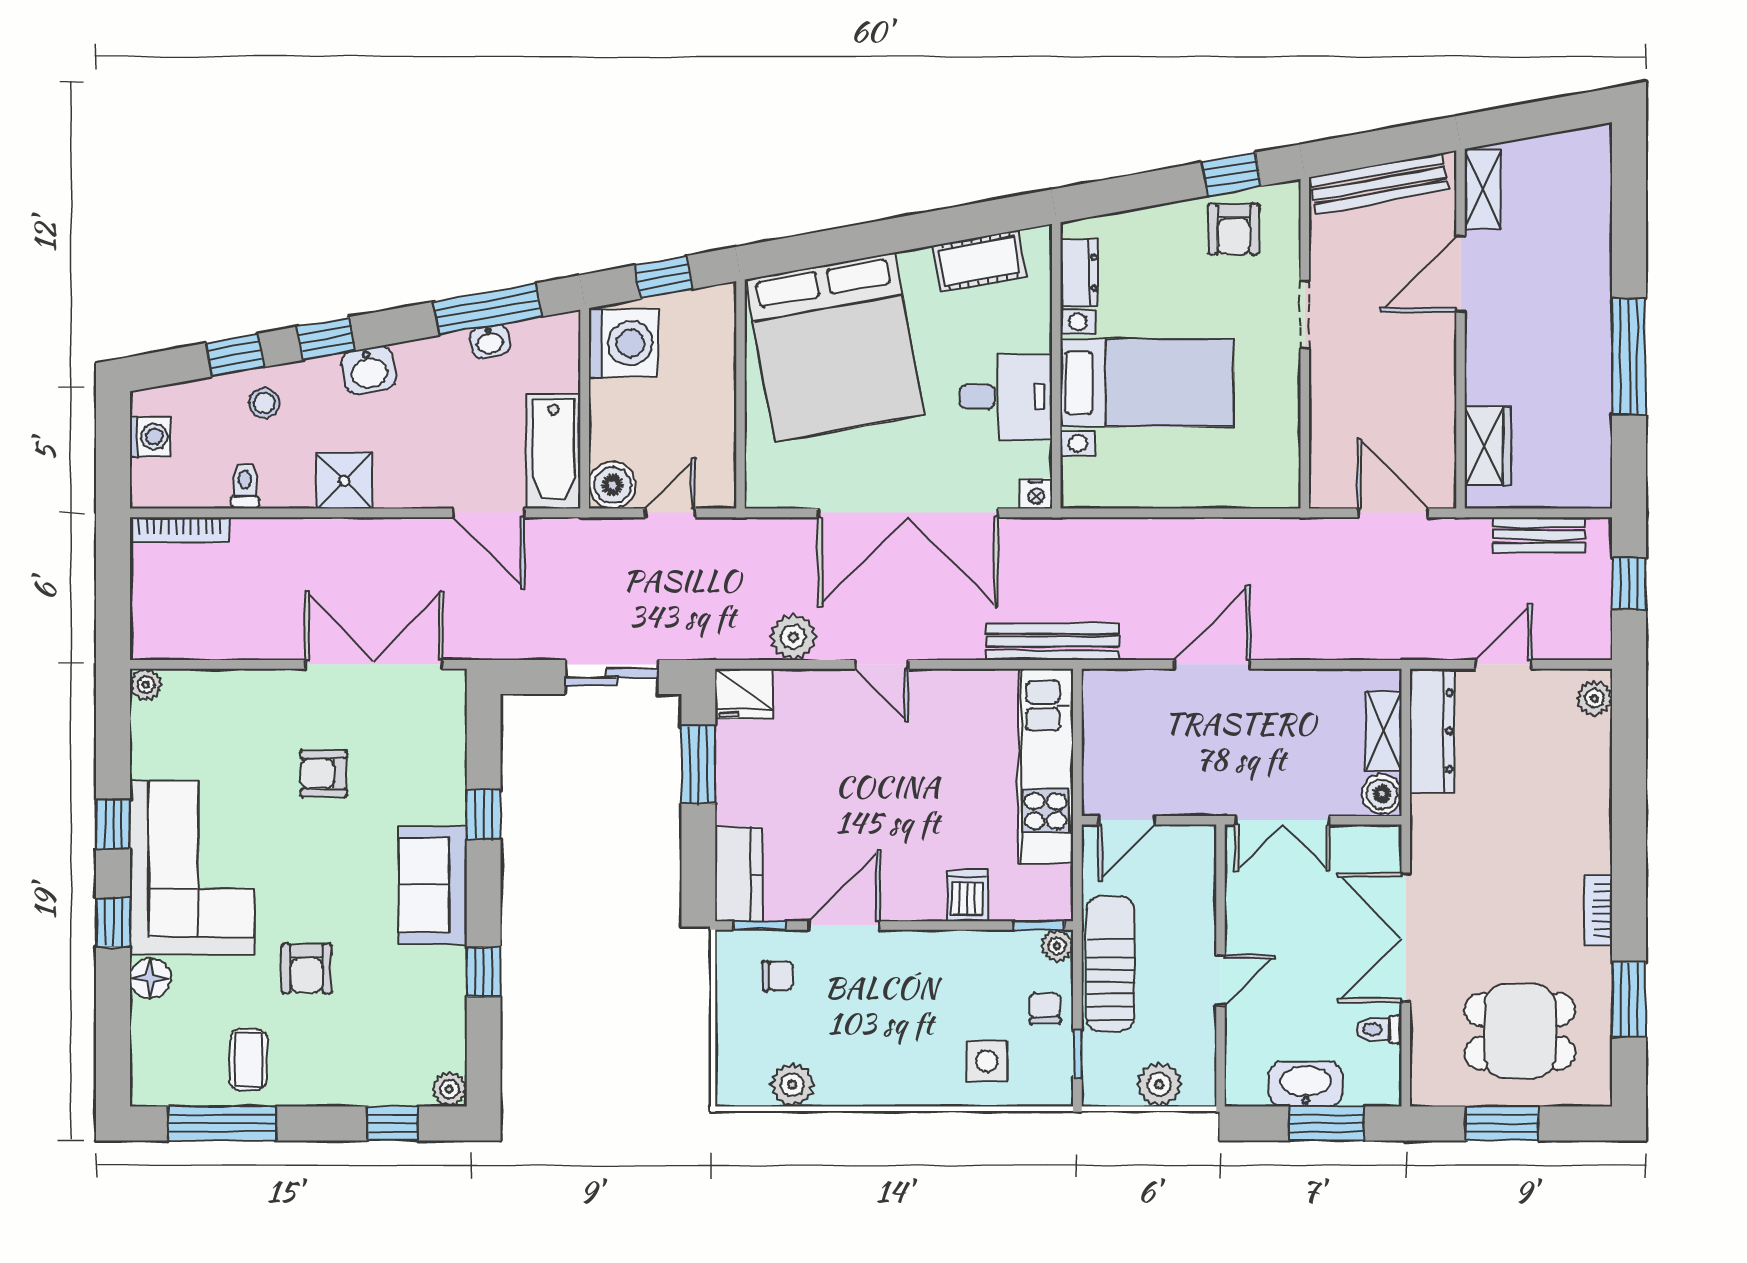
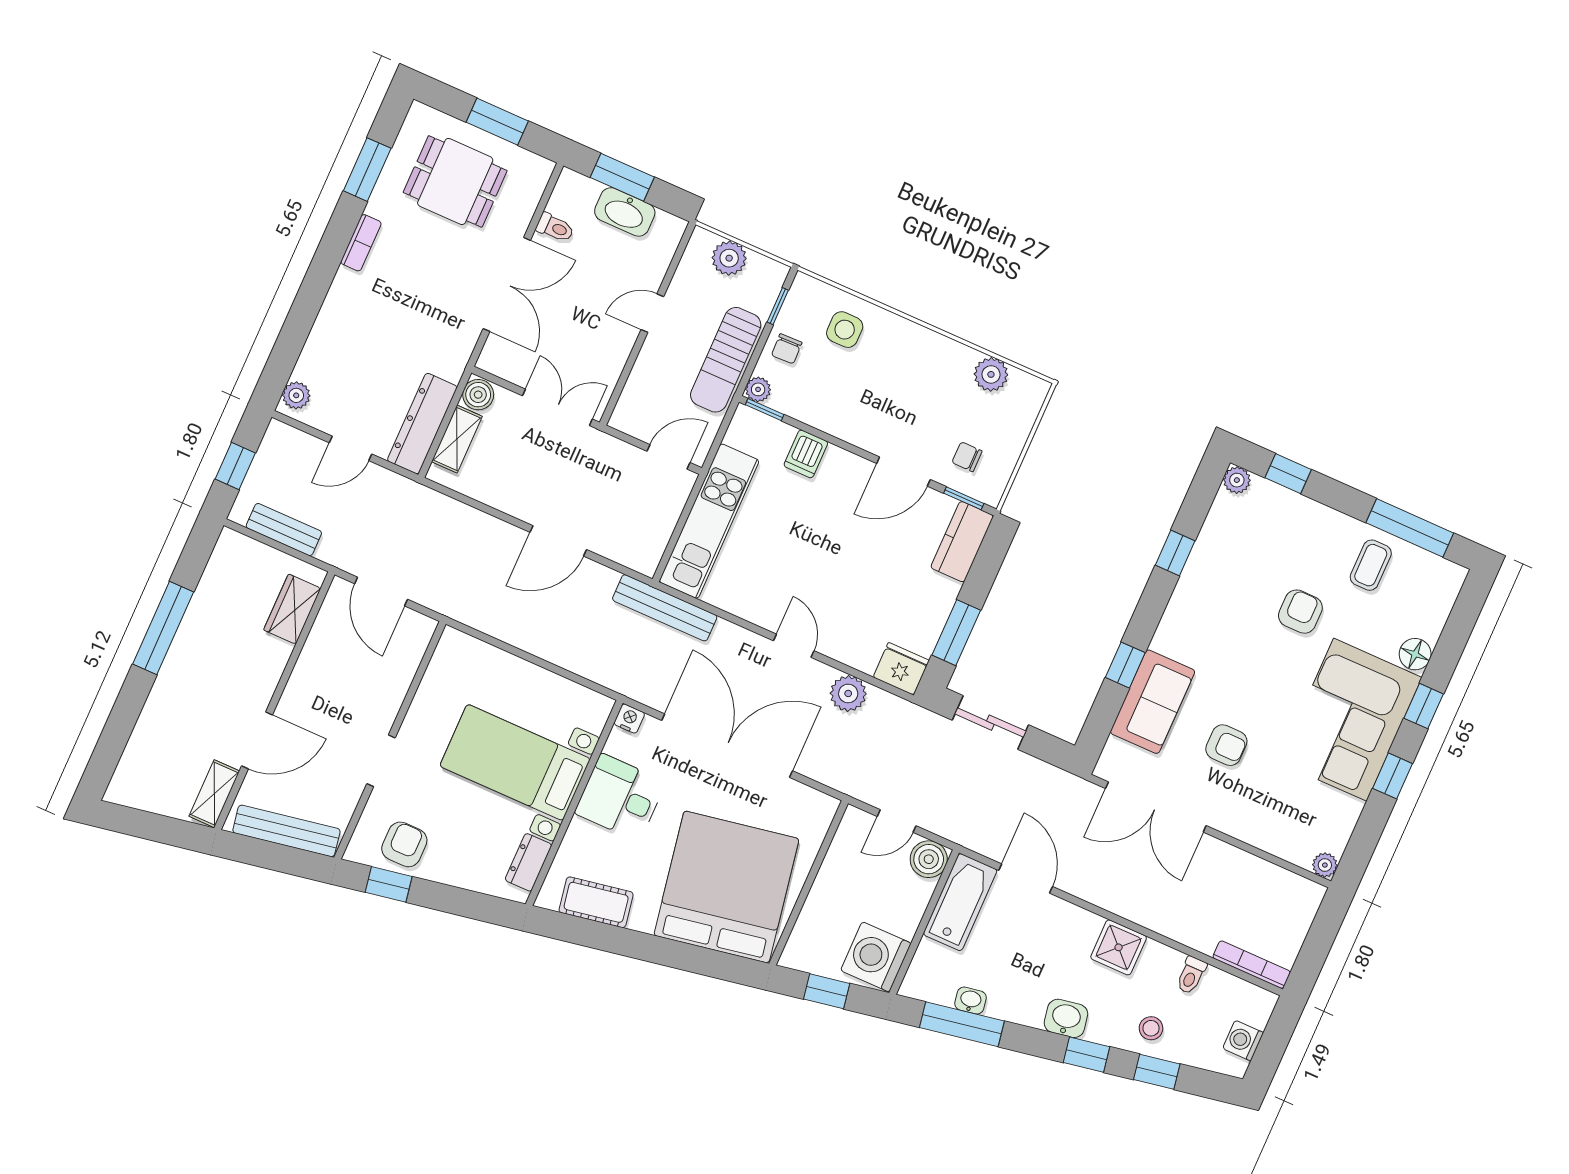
sofa: (433, 885) -> (1153, 702), moved

